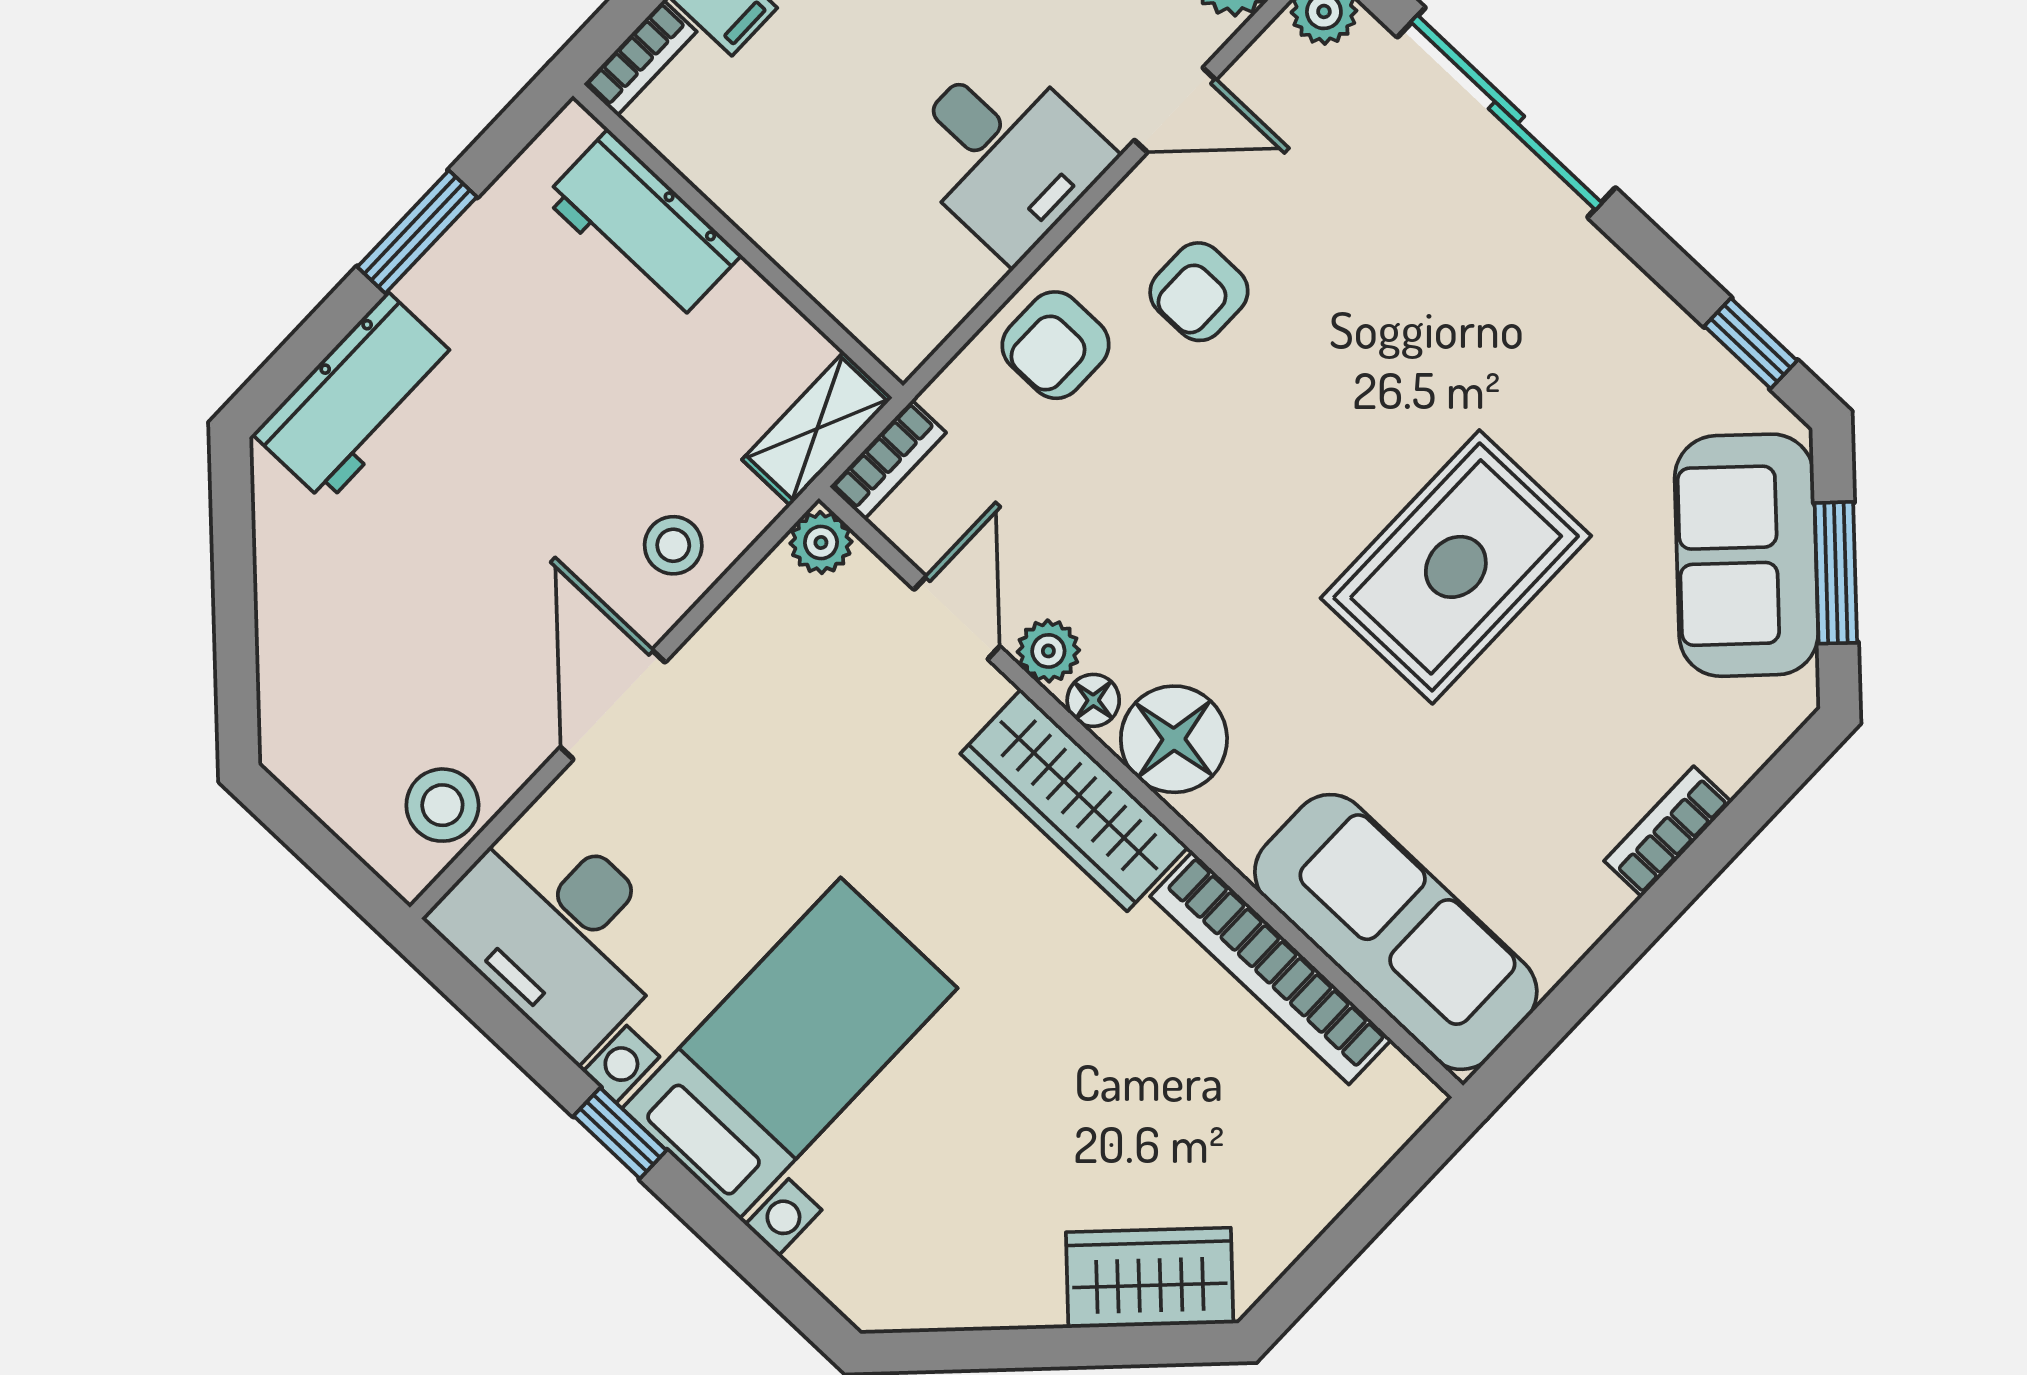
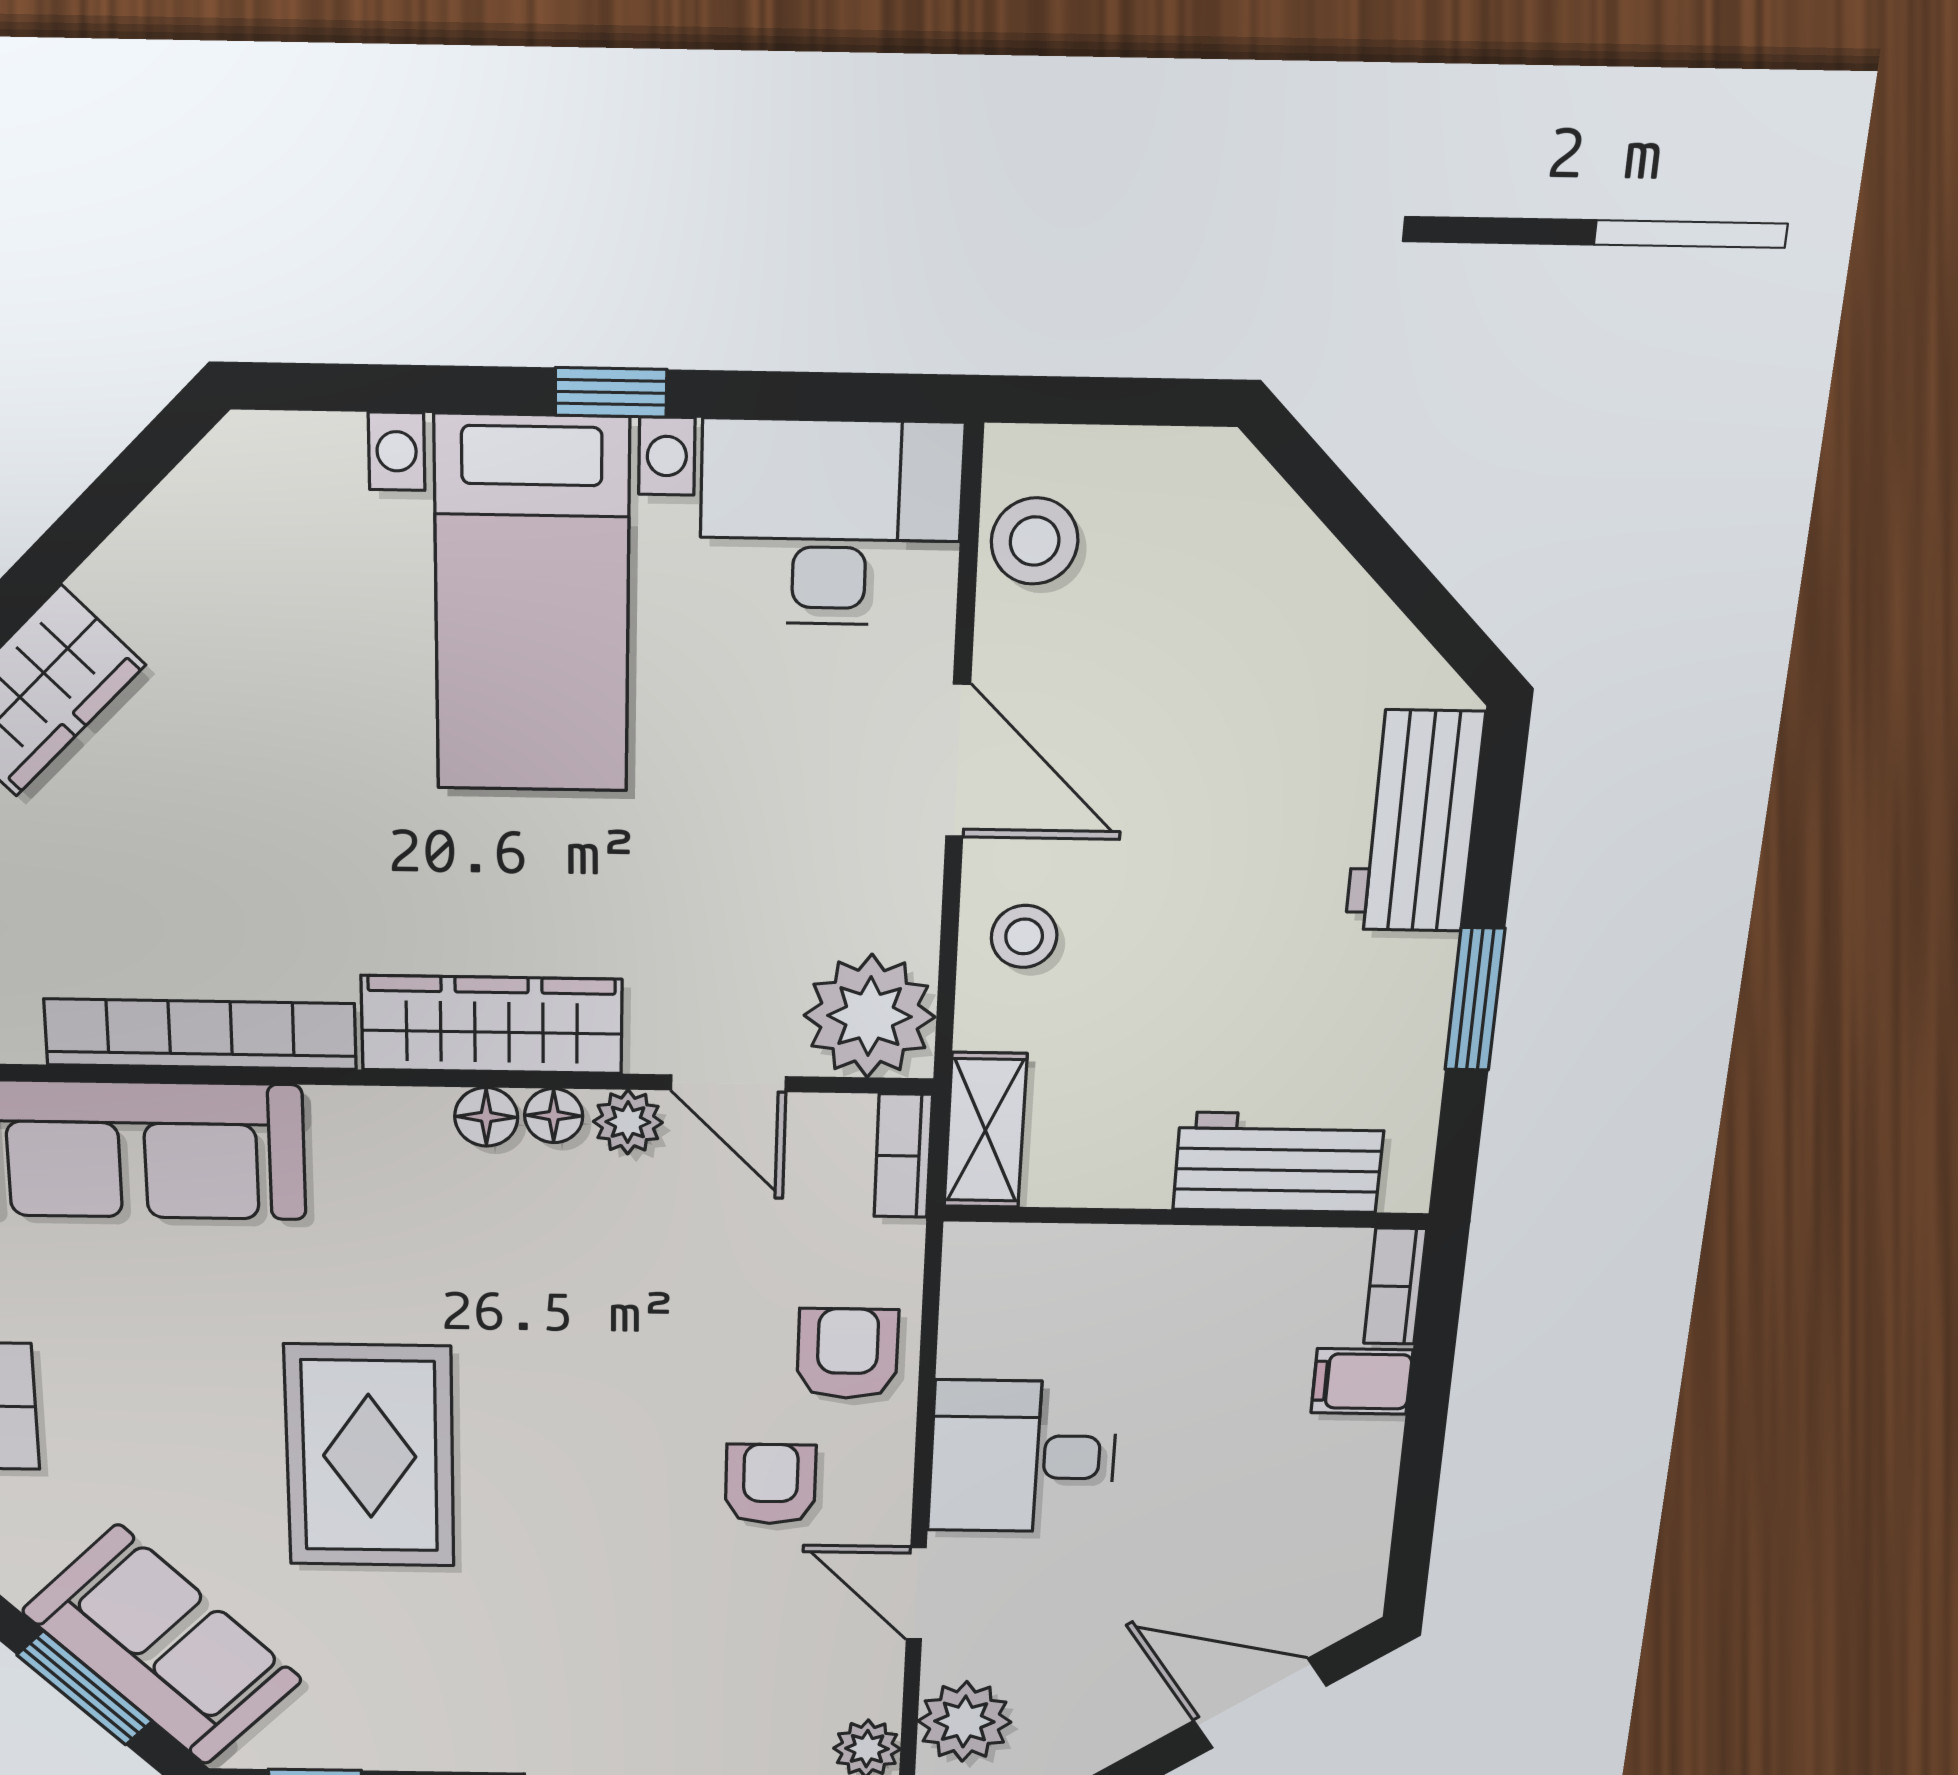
door: (1175, 110) -> (916, 1594), hinge flipped
plant: (821, 542) -> (870, 1016), width x1.88, depth x1.88
floor lamp: (1174, 739) -> (486, 1117), width x0.53, depth x0.53

